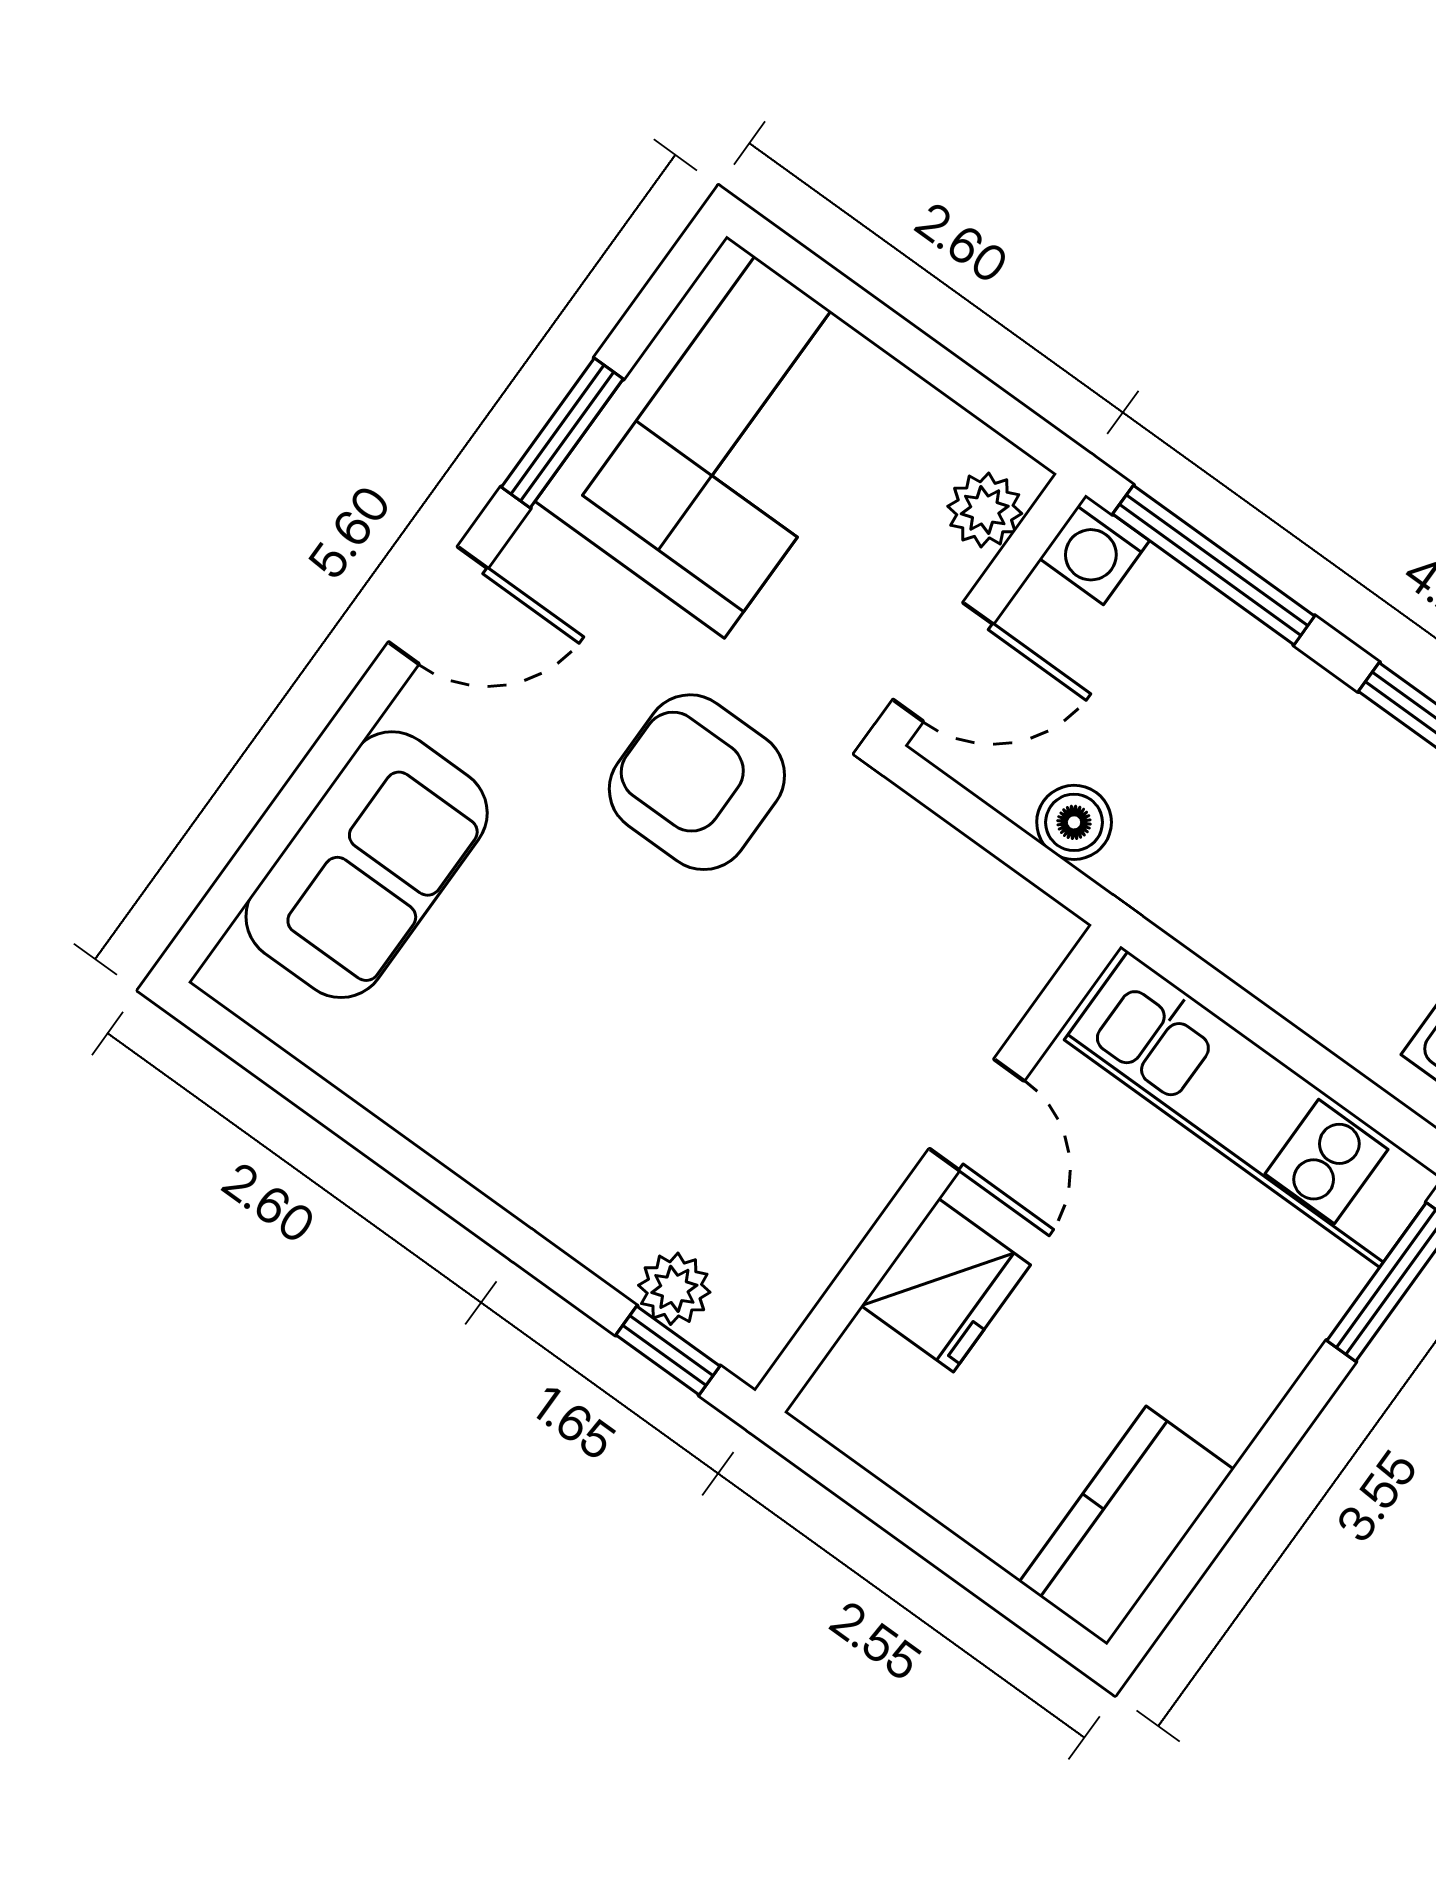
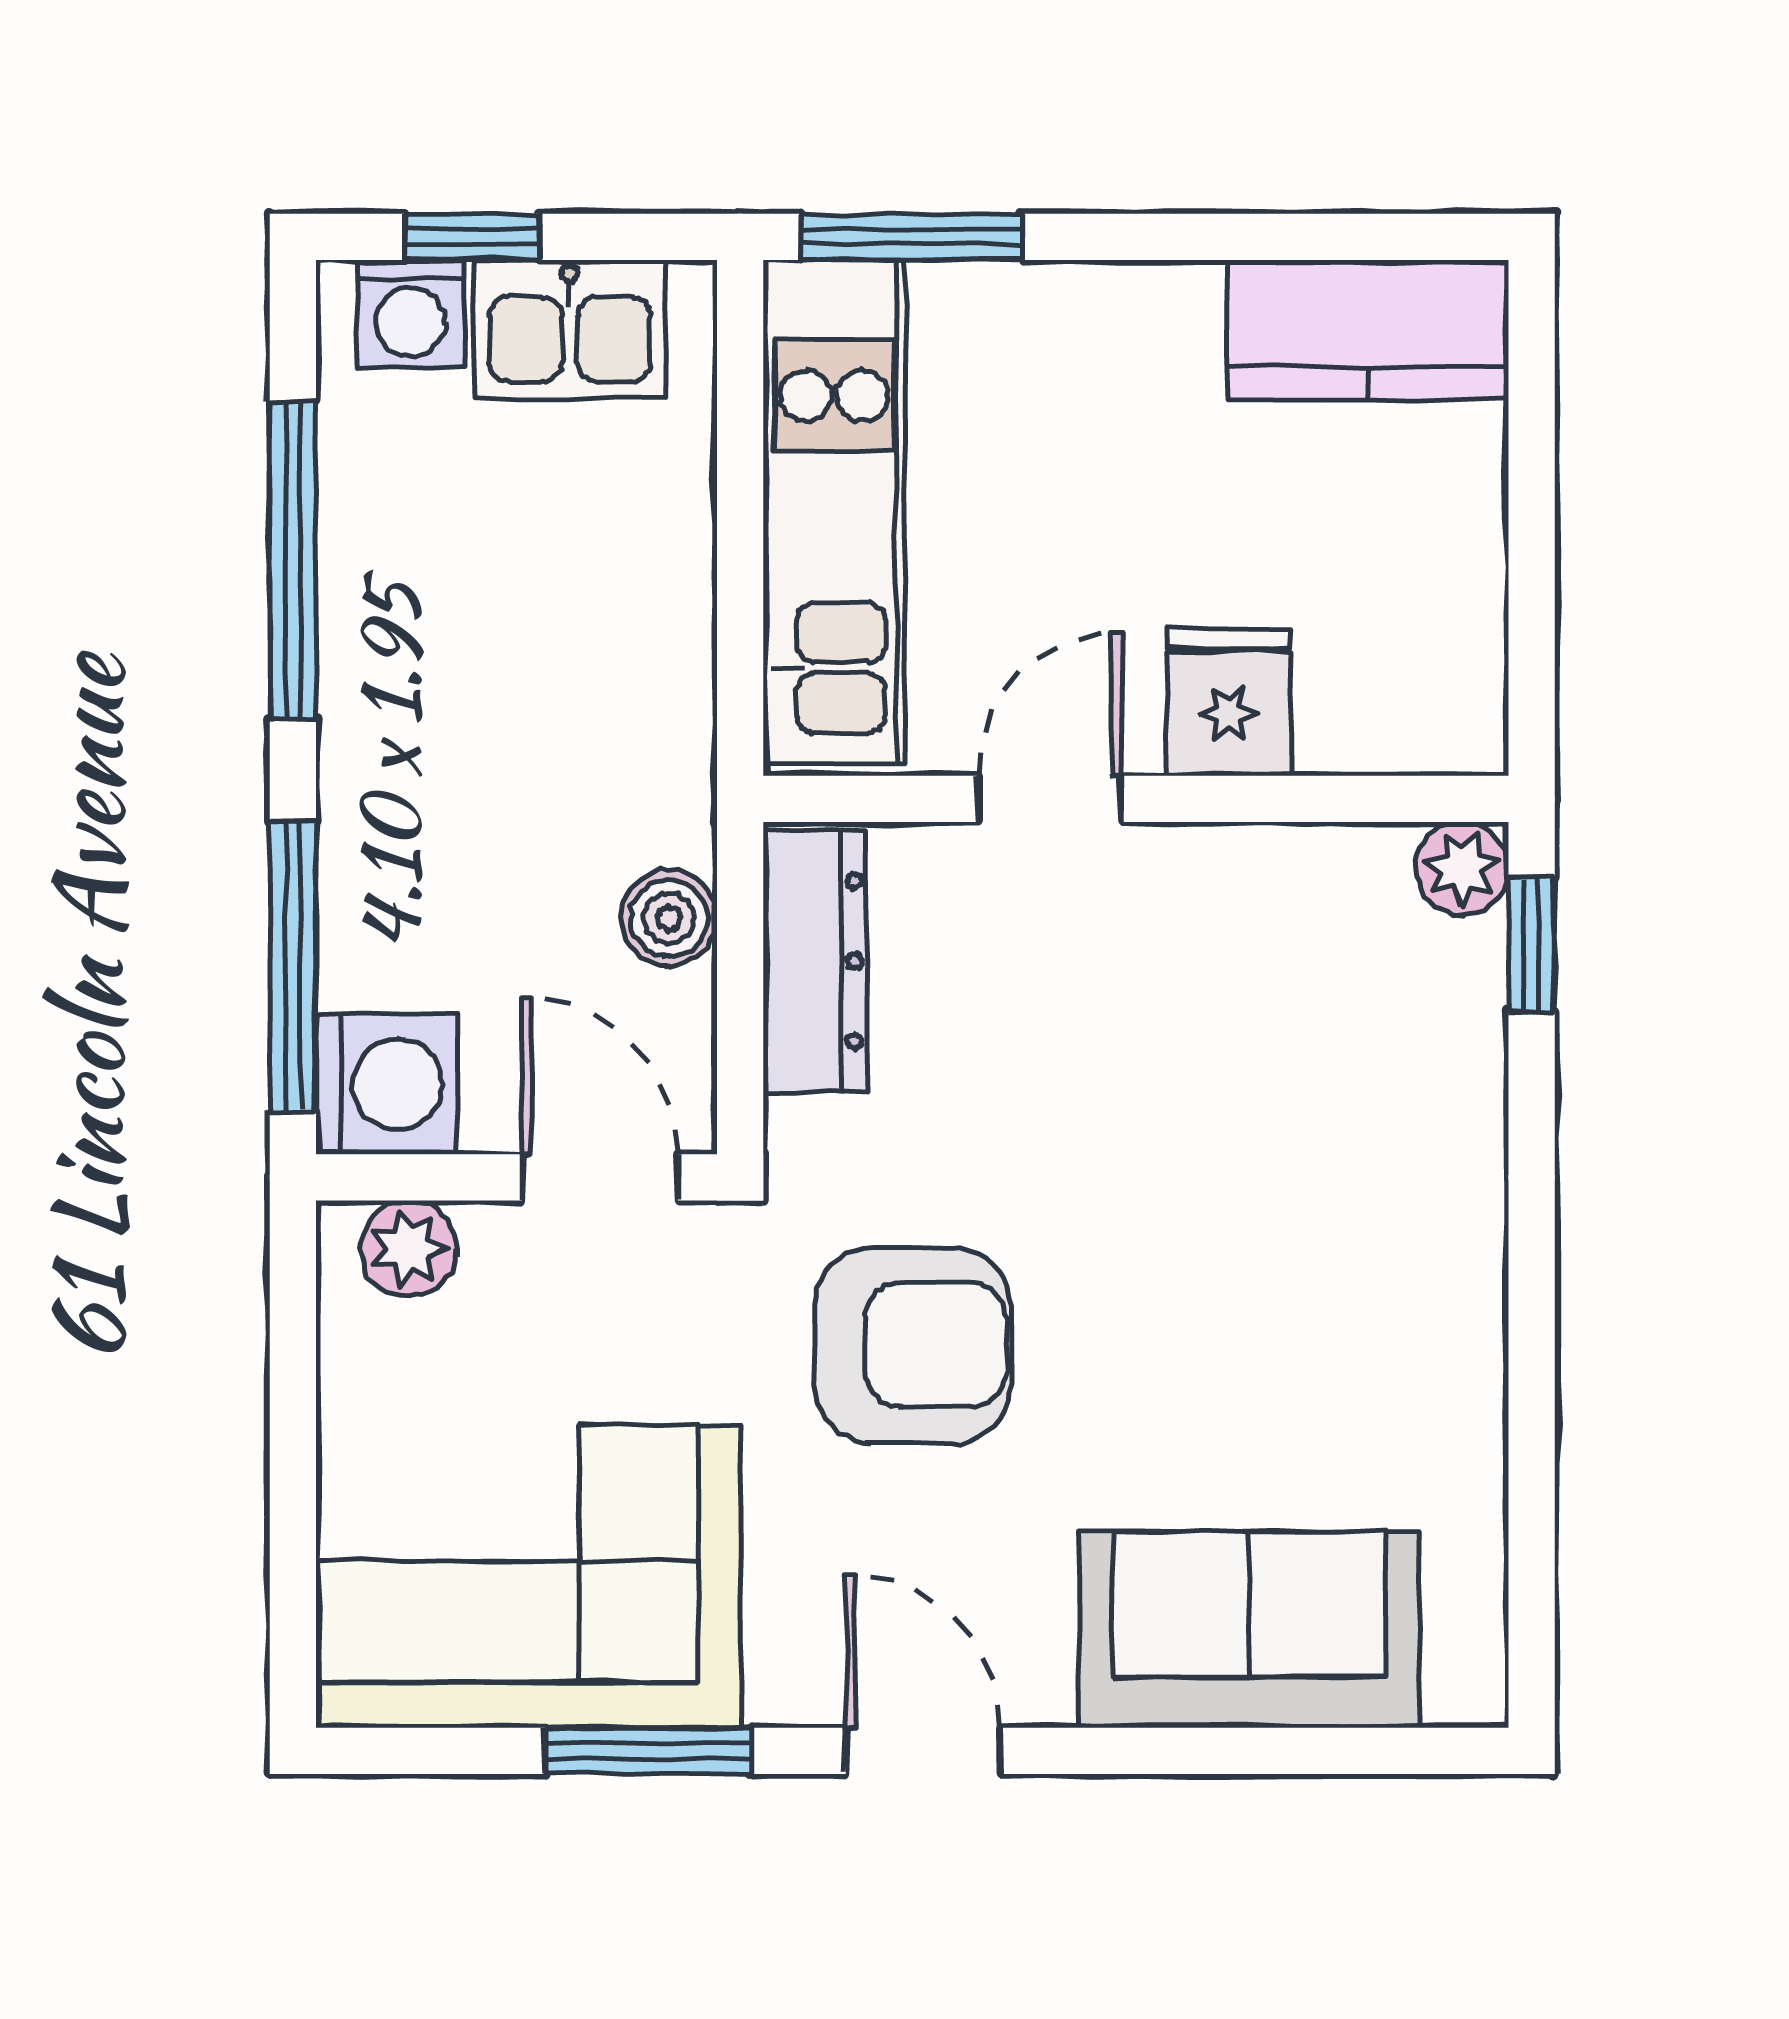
washing machine: (1095, 550) -> (386, 1084), width x1.38, depth x1.38
armchair: (697, 782) -> (913, 1345), turned -90
dresser: (982, 894) -> (814, 961), added
fridge: (946, 1285) -> (1229, 702), width x0.72
plant: (674, 1289) -> (1462, 869), moved

